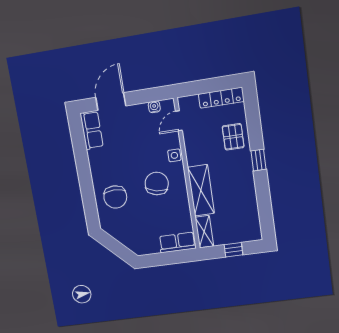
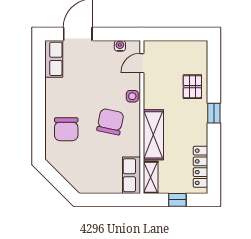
locker: (221, 98) -> (200, 167), moved, turned 90
row of seats: (177, 242) -> (131, 175), moved, turned -90

